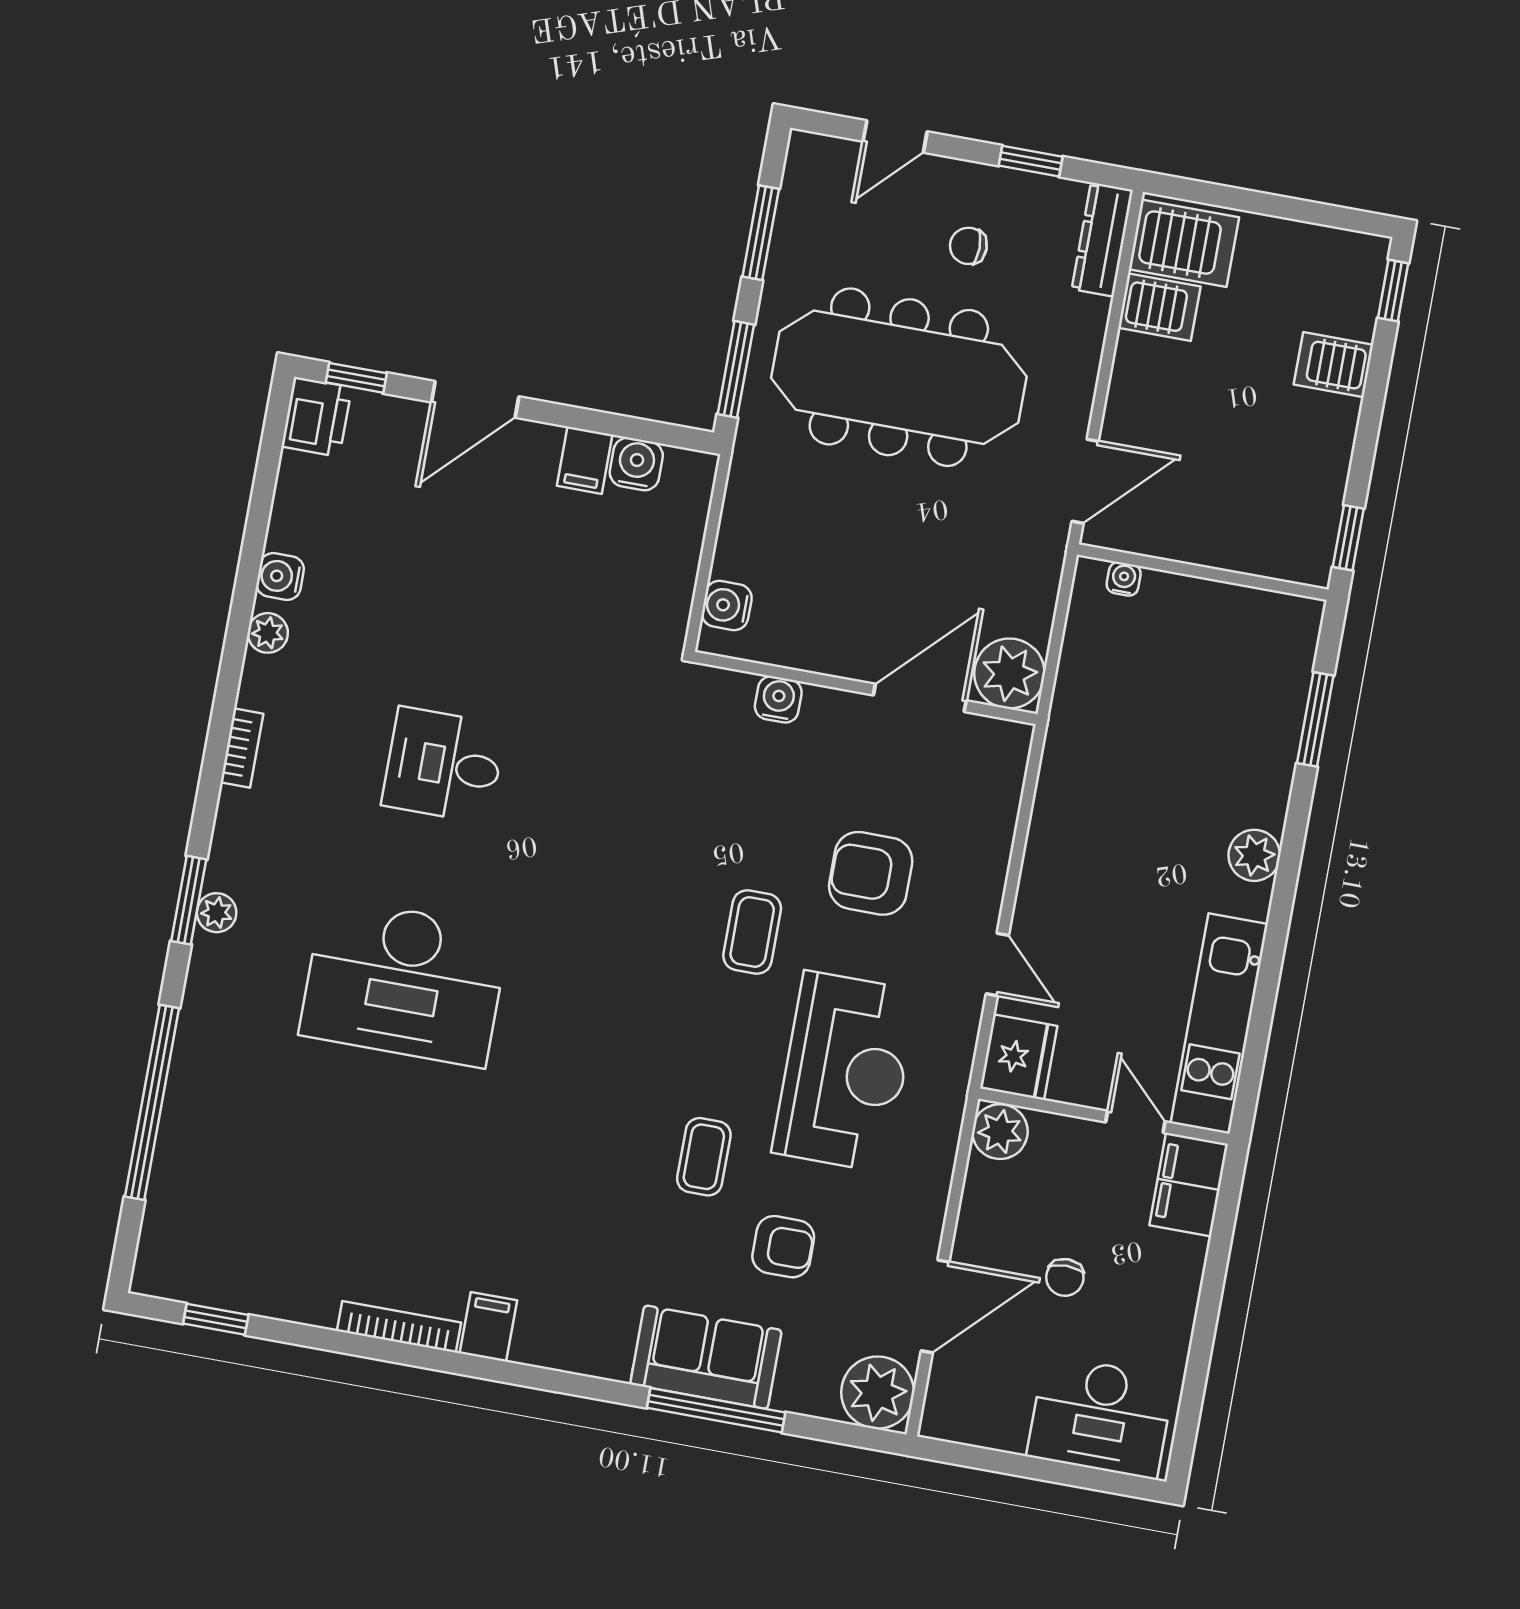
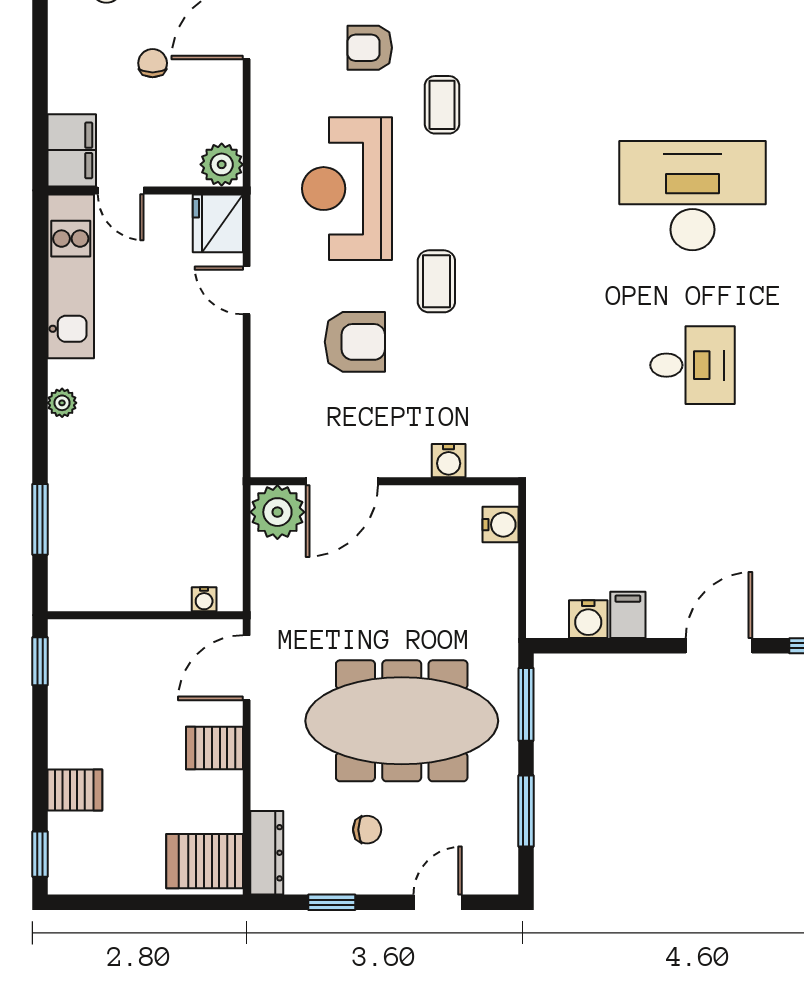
server rack: (1159, 307) -> (214, 748), moved
plant: (1254, 855) -> (62, 403), width x0.73, depth x0.73

